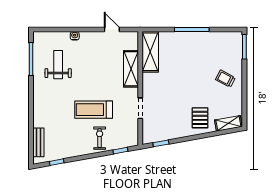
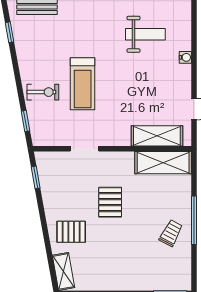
shelving: (131, 69) -> (157, 136), moved
trolley: (225, 79) -> (171, 233), moved
pallet: (179, 90) -> (110, 202), added
treadmill: (94, 110) -> (83, 84), turned 180

